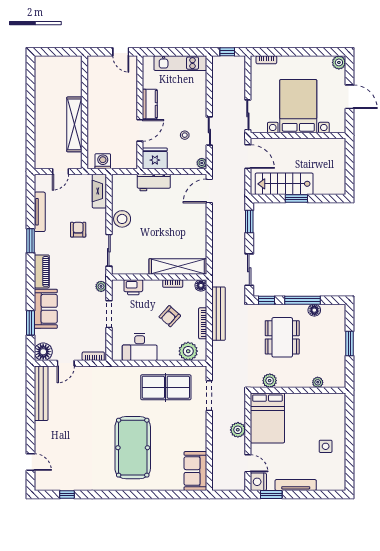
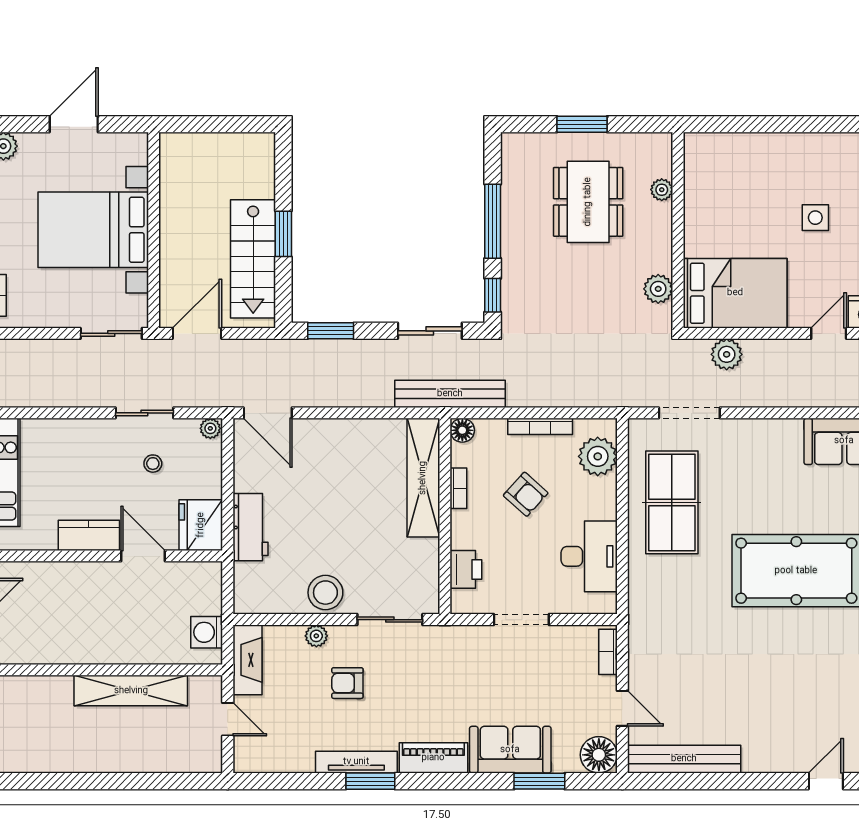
fireplace: (99, 191) -> (247, 660), moved, turned -90
tv unit: (40, 212) -> (356, 762), moved
plant: (101, 286) -> (316, 636), moved
floor lamp: (314, 310) -> (513, 197), removed
bench: (219, 314) -> (450, 394), moved
dining table: (282, 337) -> (588, 202), moved, turned 90
plant: (238, 430) -> (727, 354), moved
side table: (326, 446) -> (815, 218), moved

